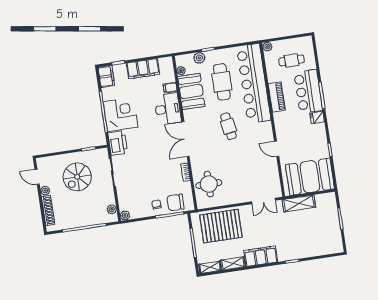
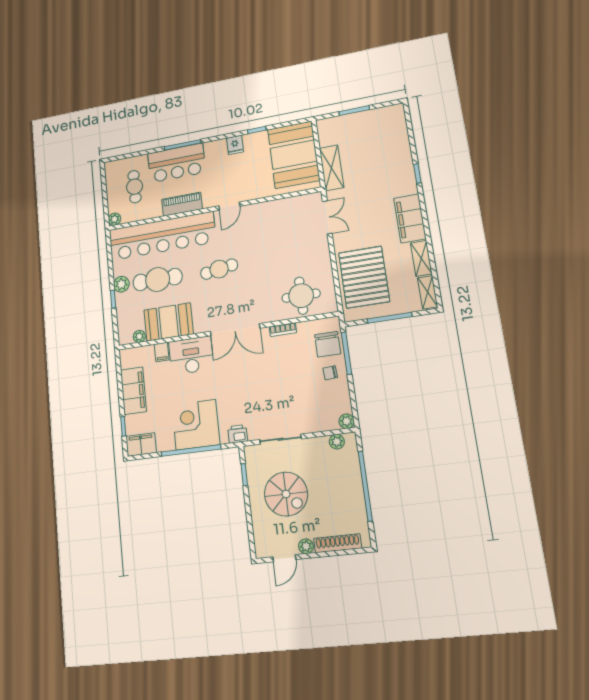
plant: (199, 58) -> (121, 284), moved
fridge: (317, 118) -> (235, 145), moved
printer: (118, 143) -> (238, 434), width x0.53, depth x0.68
door: (277, 149) -> (229, 206), moved

